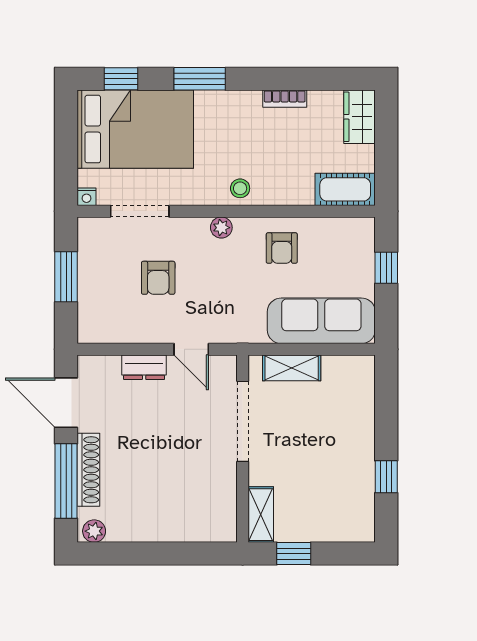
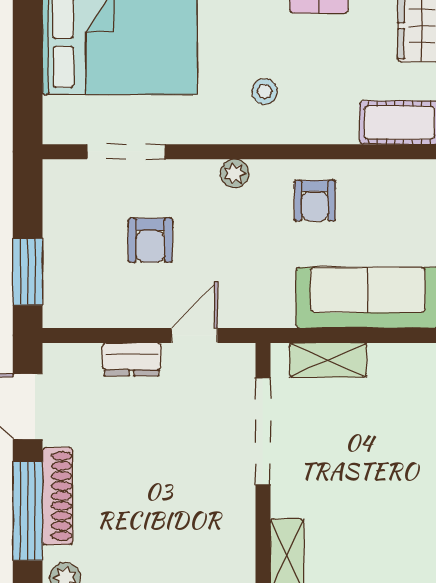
stool: (240, 188) -> (265, 92), moved
nightstand: (87, 197) -> (55, 132), removed
window: (66, 277) -> (28, 272), moved
door: (191, 349) -> (194, 335), swing flipped

